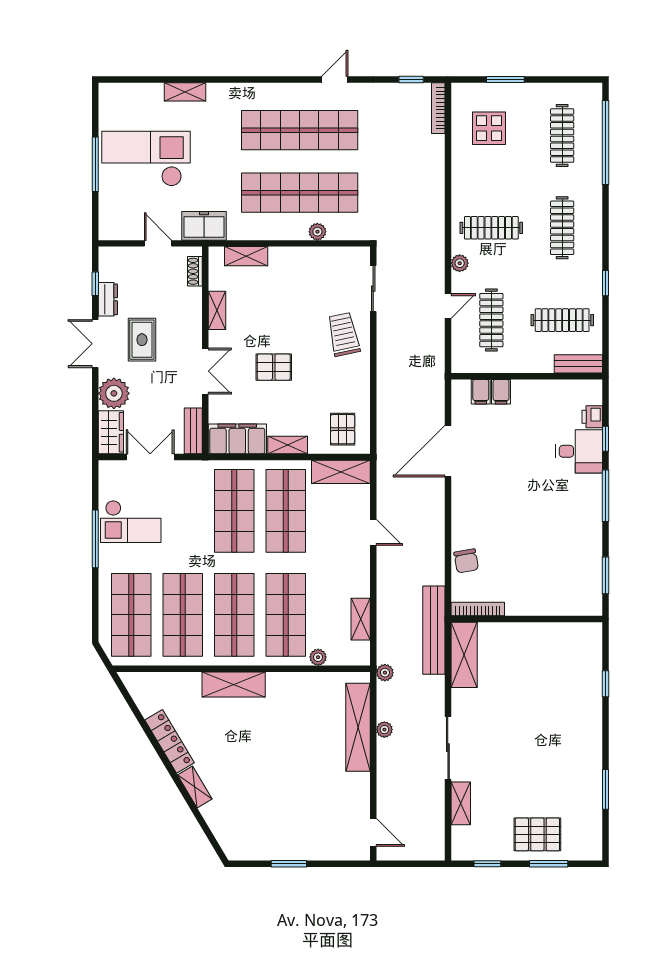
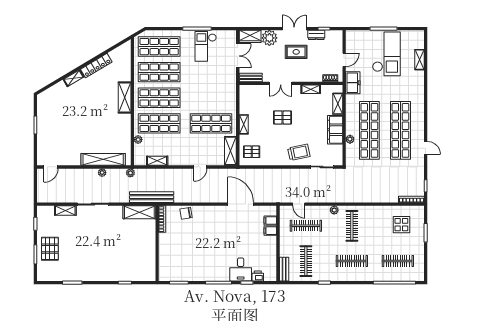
shelving: (185, 92) -> (420, 60), moved
door: (448, 306) -> (299, 204), moved
pallet: (274, 367) -> (283, 117), turned 90
filing cabinet: (237, 439) -> (335, 130), moved, turned 180
shop shelf: (234, 511) -> (211, 98), removed

